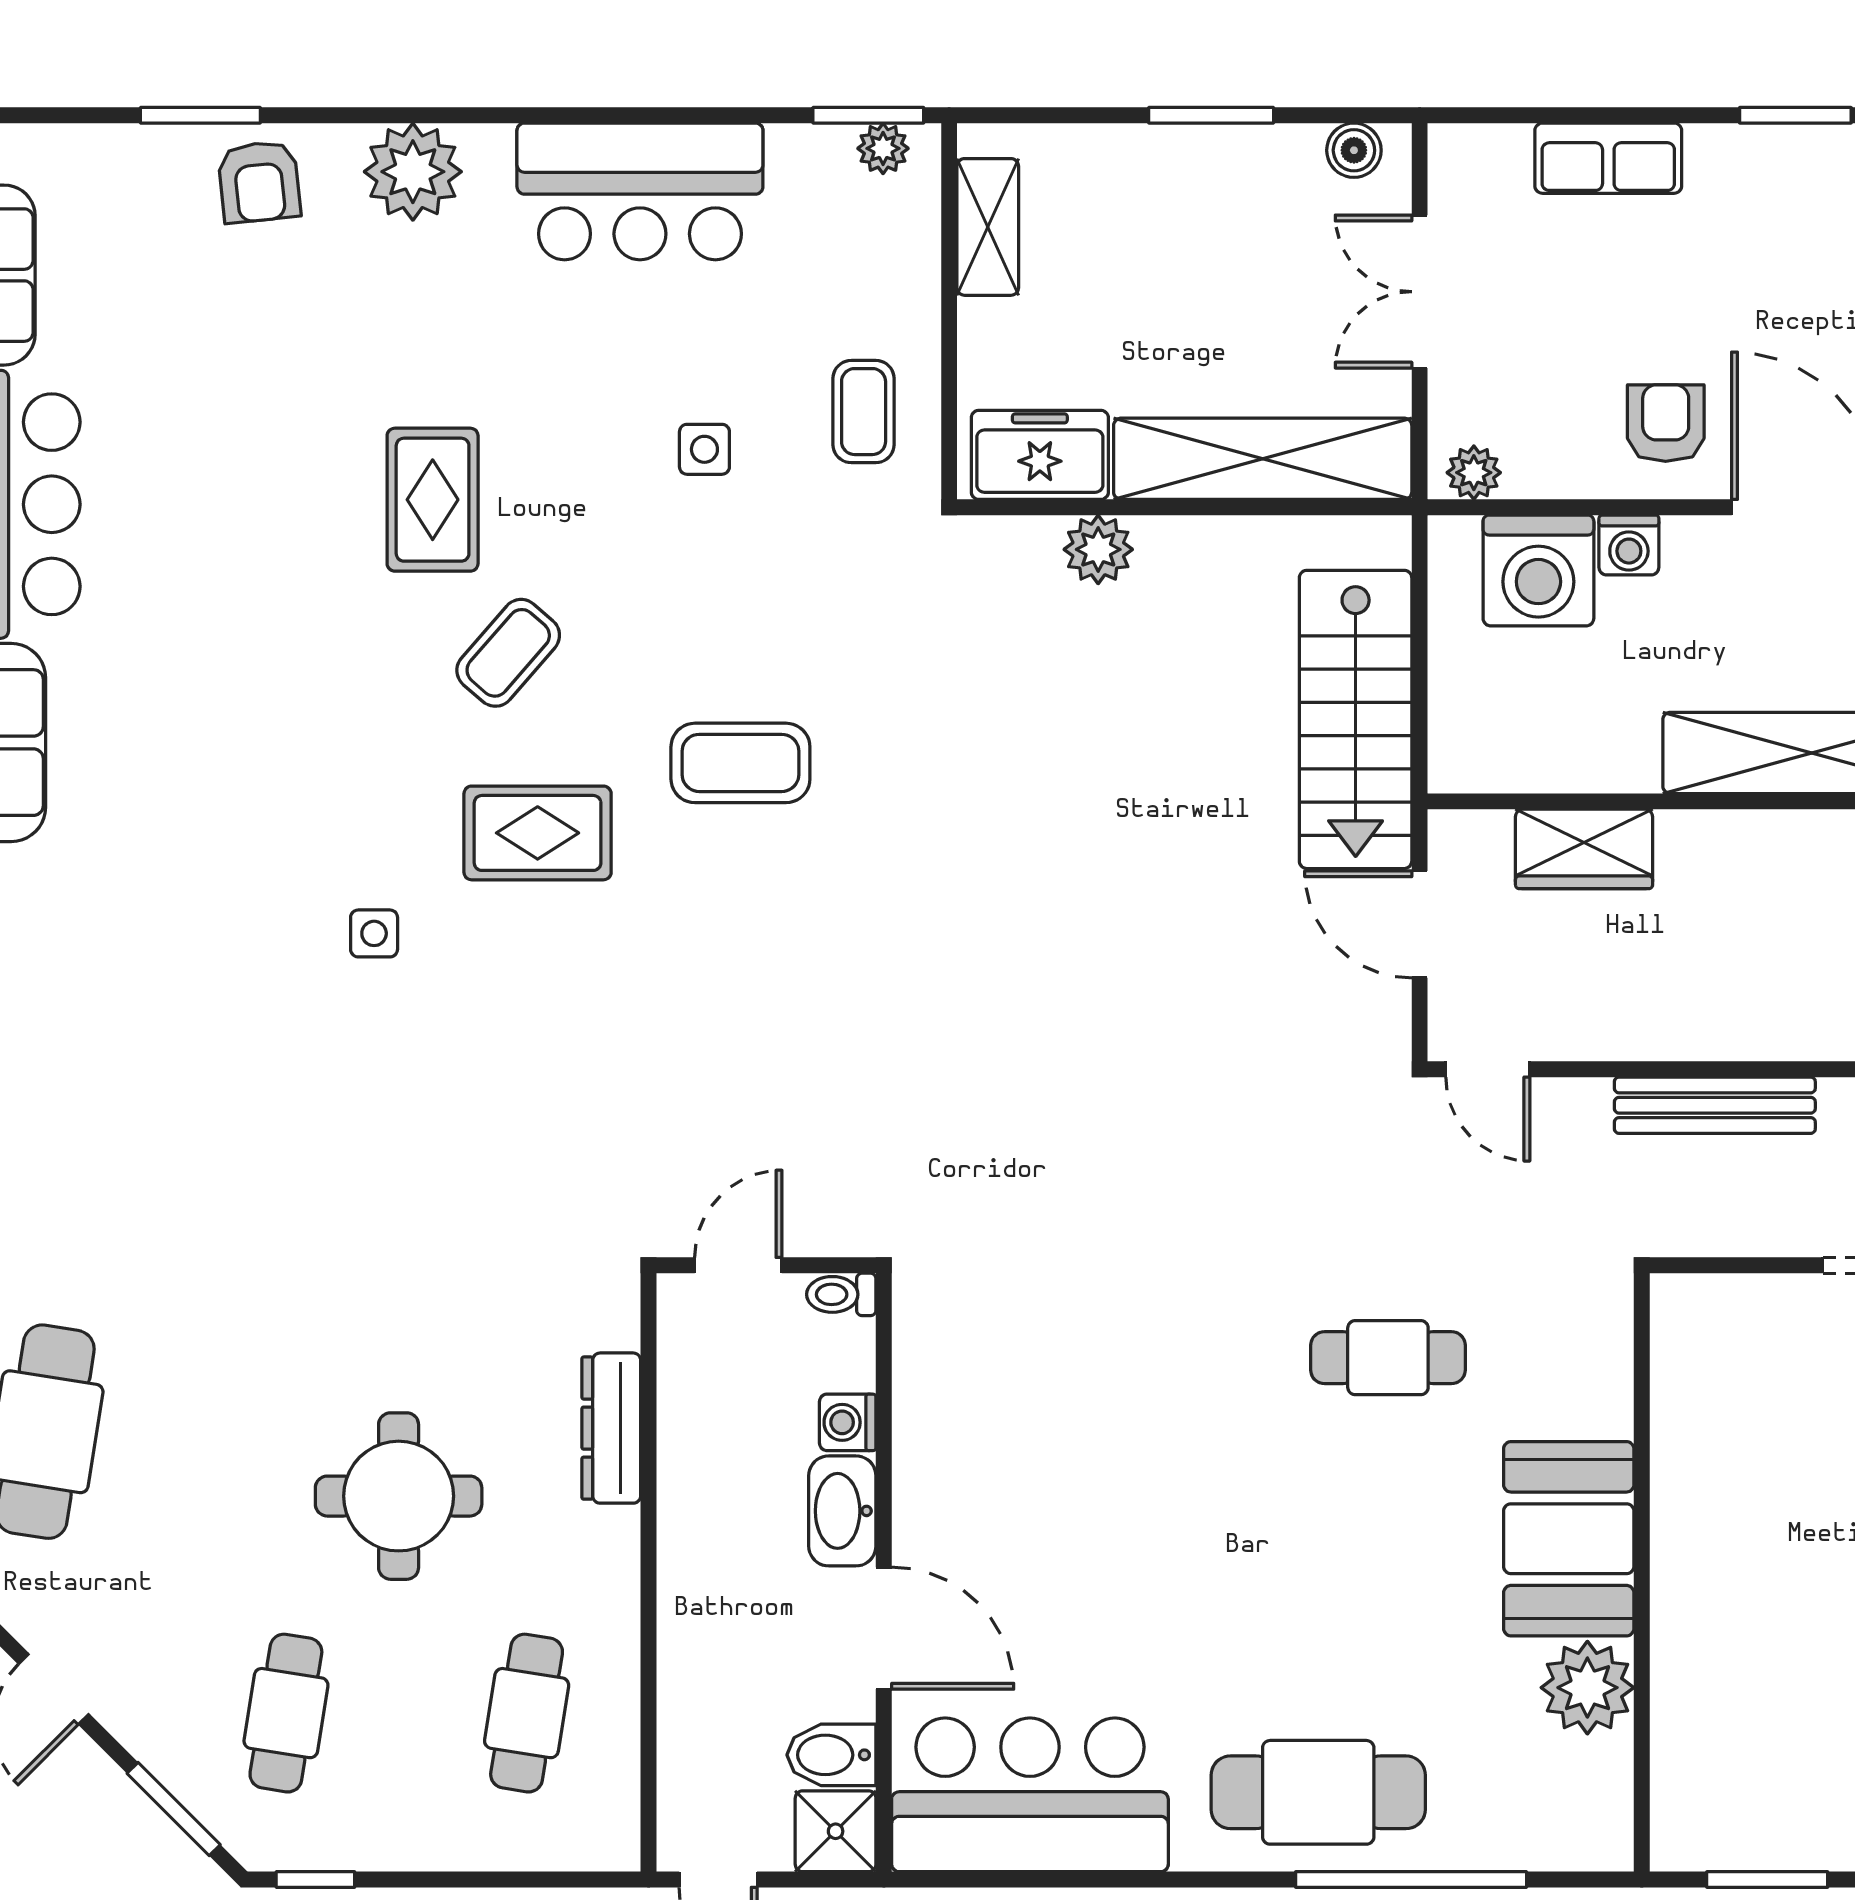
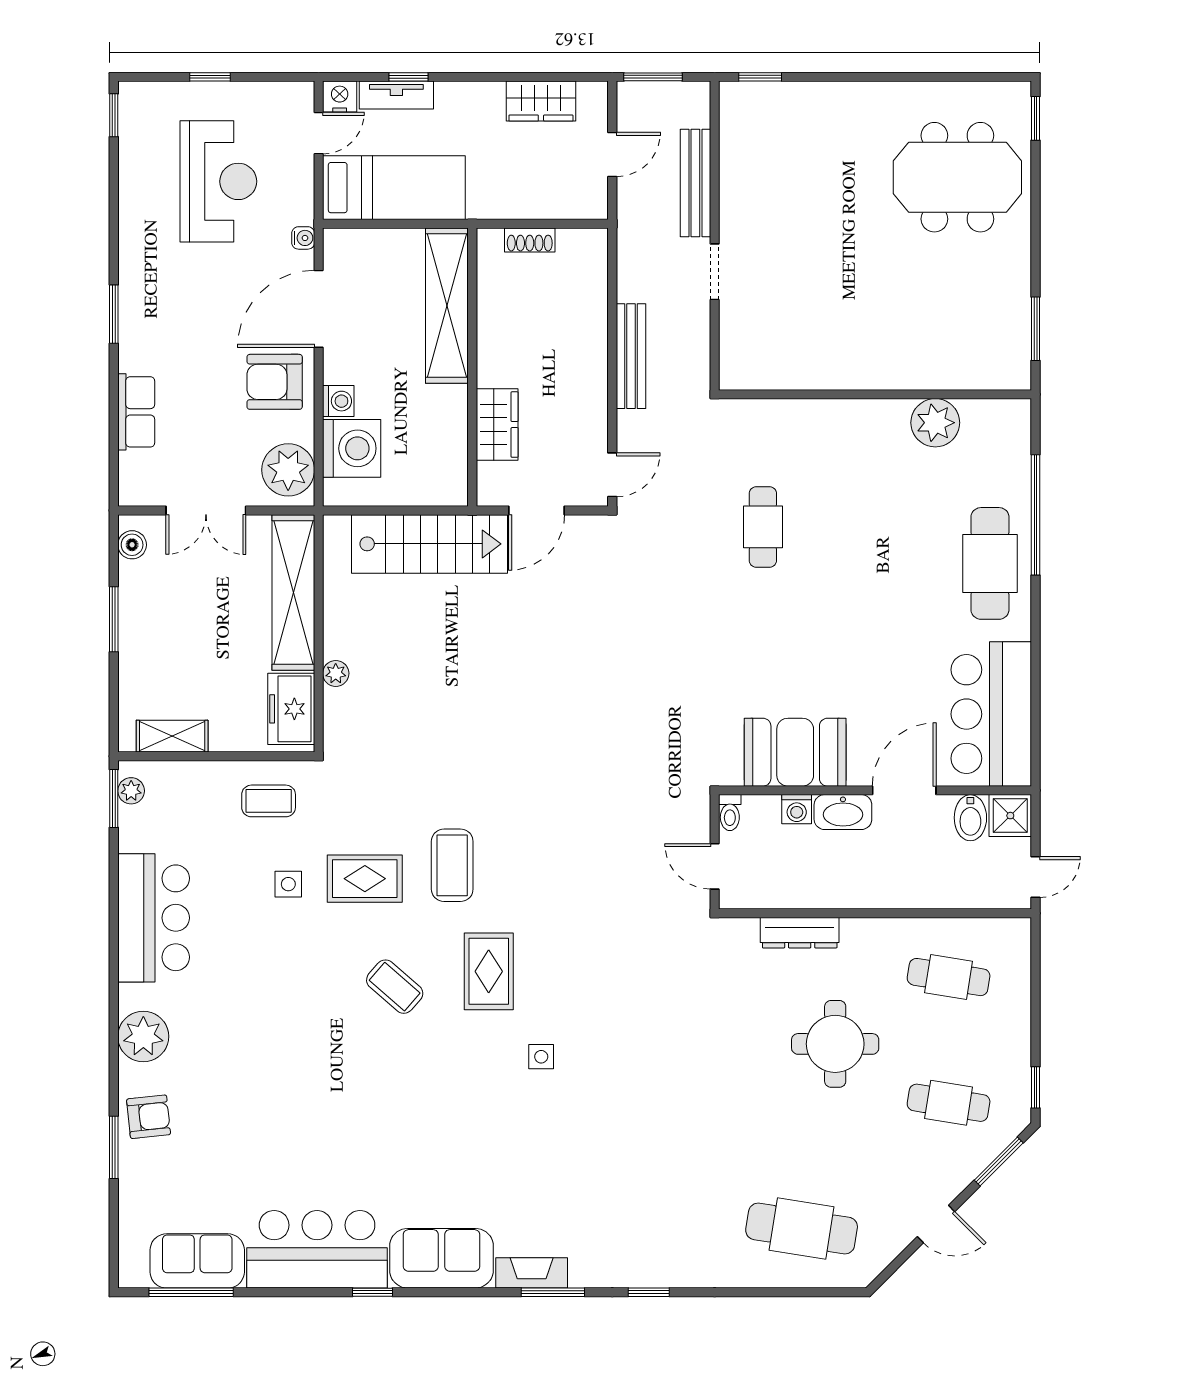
armchair: (1666, 423) -> (275, 382), width x1.38, depth x1.38
plant: (1474, 473) -> (288, 470), width x1.88, depth x1.88
rug: (433, 500) -> (365, 879), moved
plant: (1098, 549) -> (336, 673), width x0.73, depth x0.73
booth: (1569, 1539) -> (795, 752), moved

